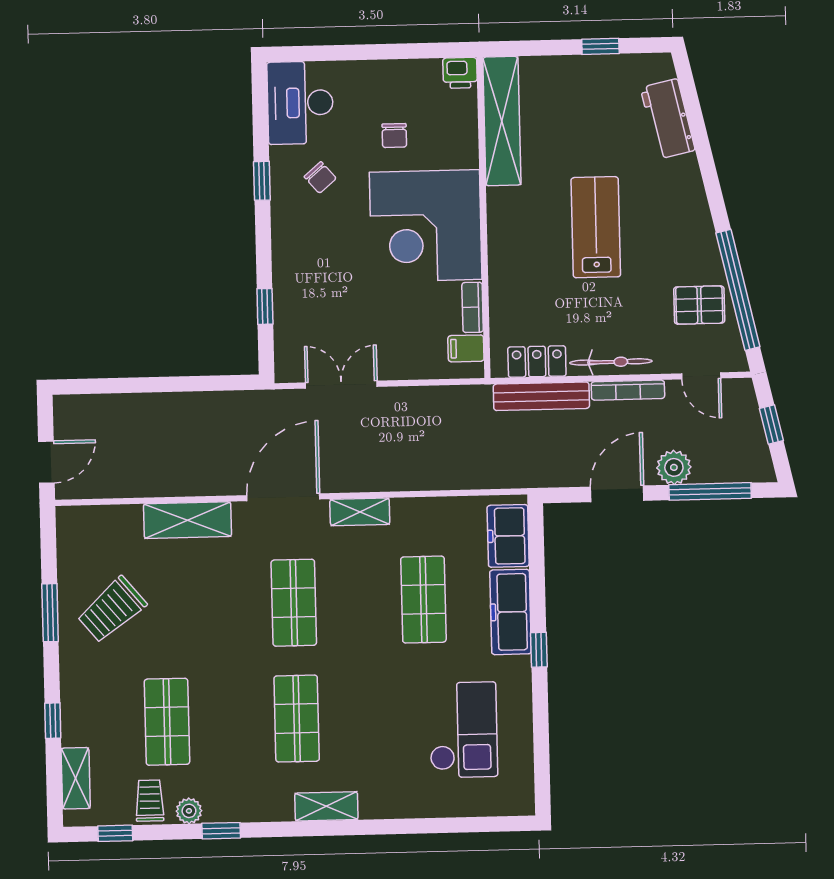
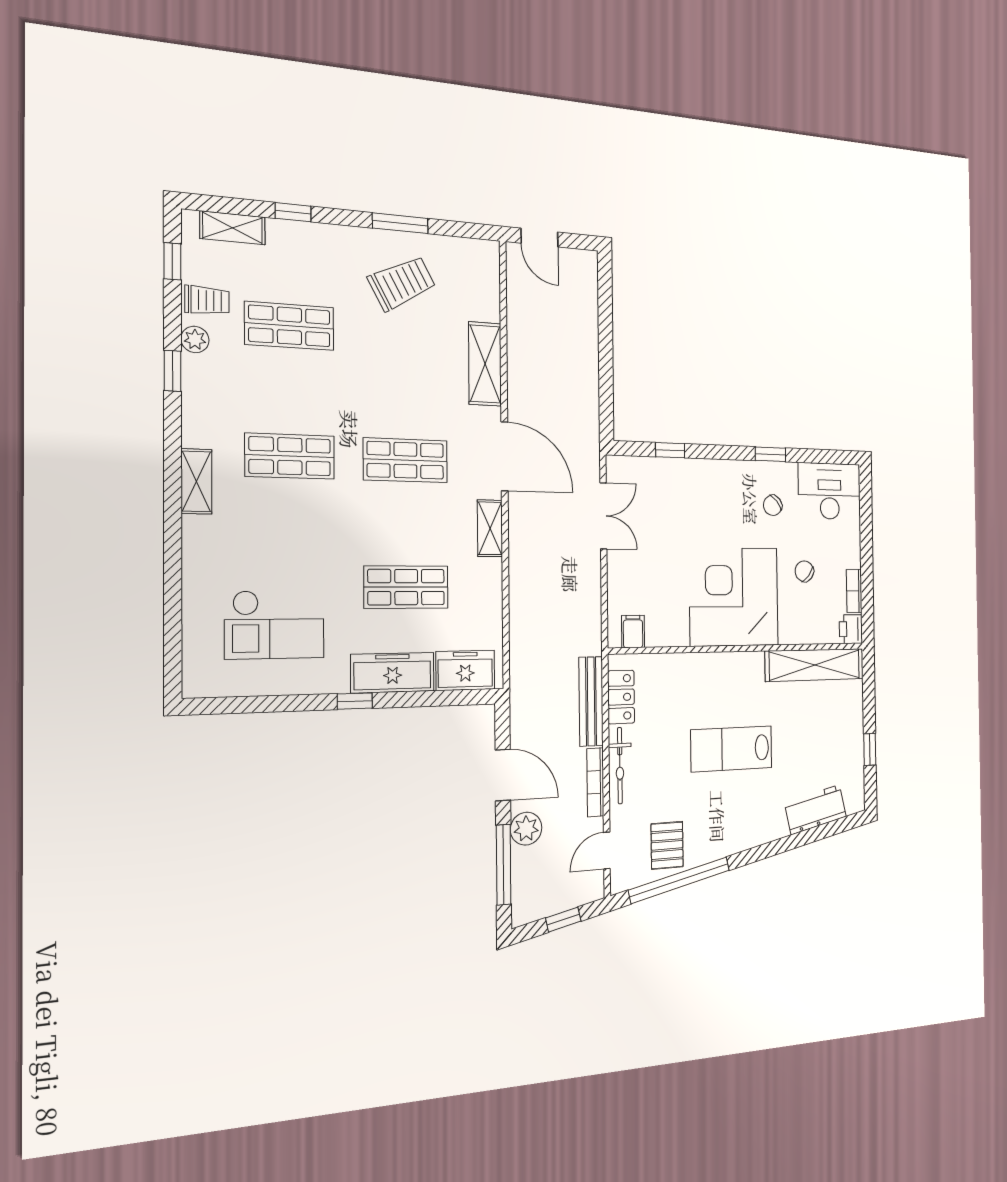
chair: (394, 136) -> (804, 571), turned 40
lab bench: (596, 227) -> (732, 749), turned 180
bookcase: (473, 307) -> (854, 591), moved, turned -90
trolley: (112, 610) -> (402, 283), turned 102

